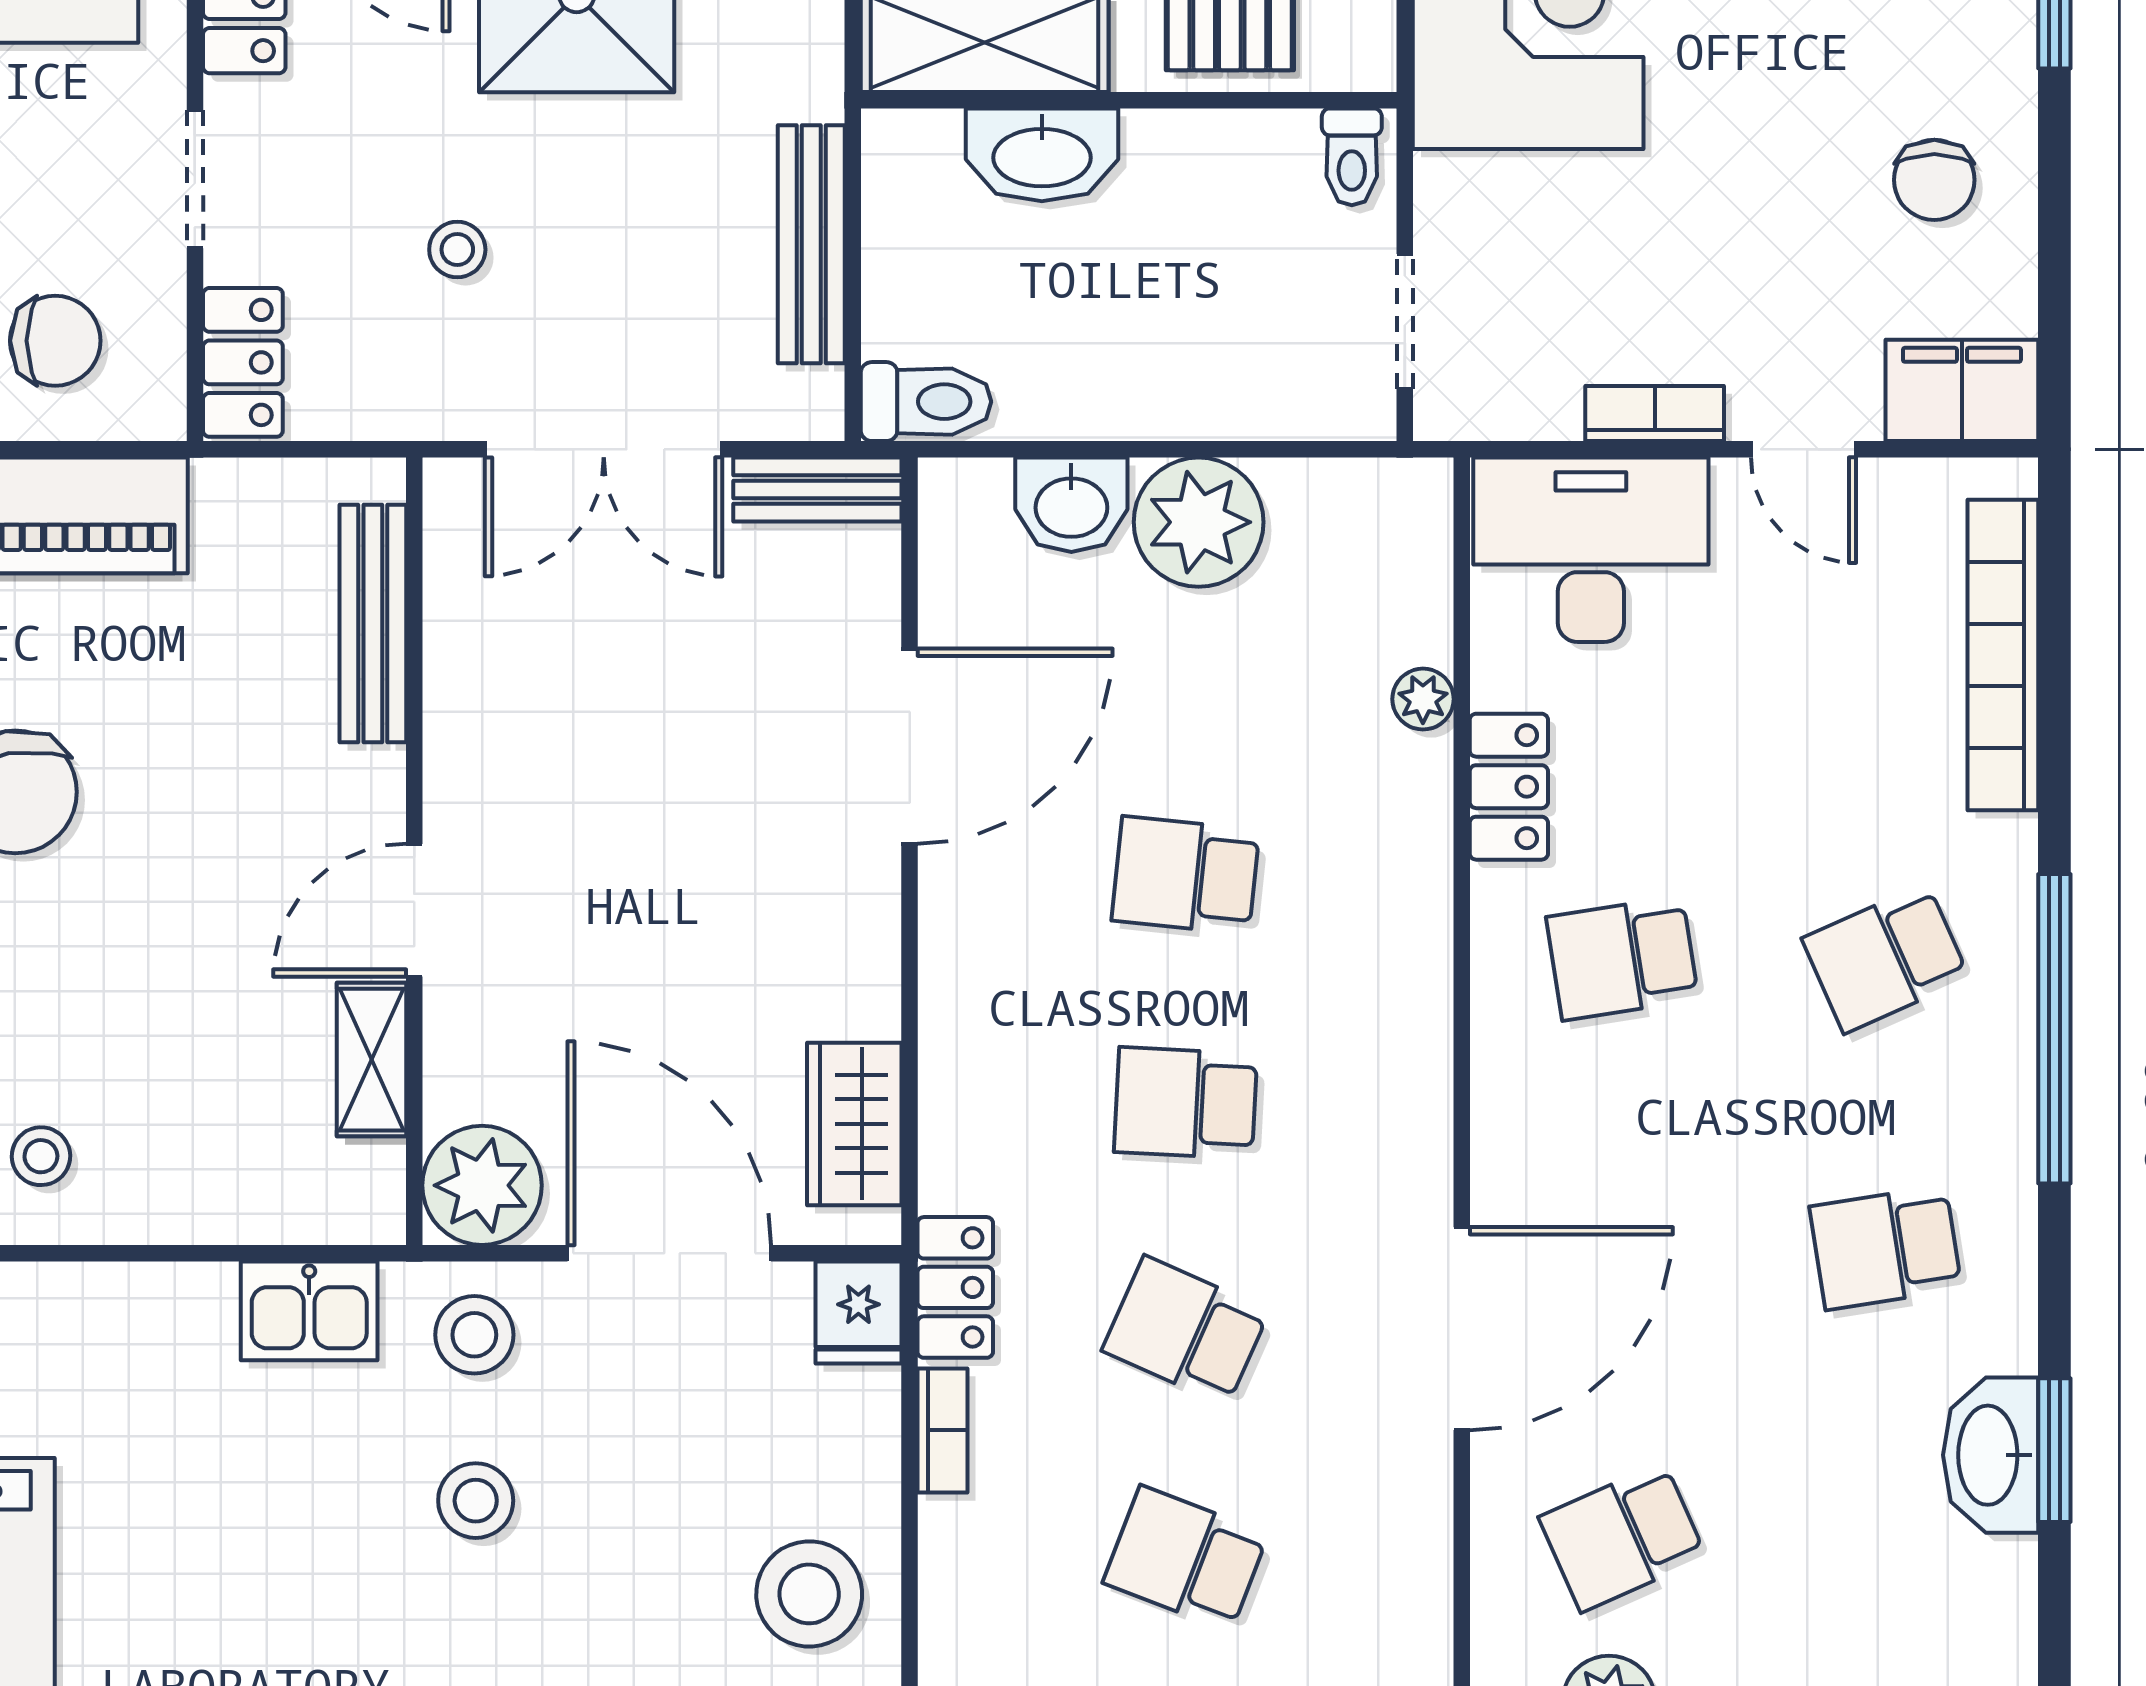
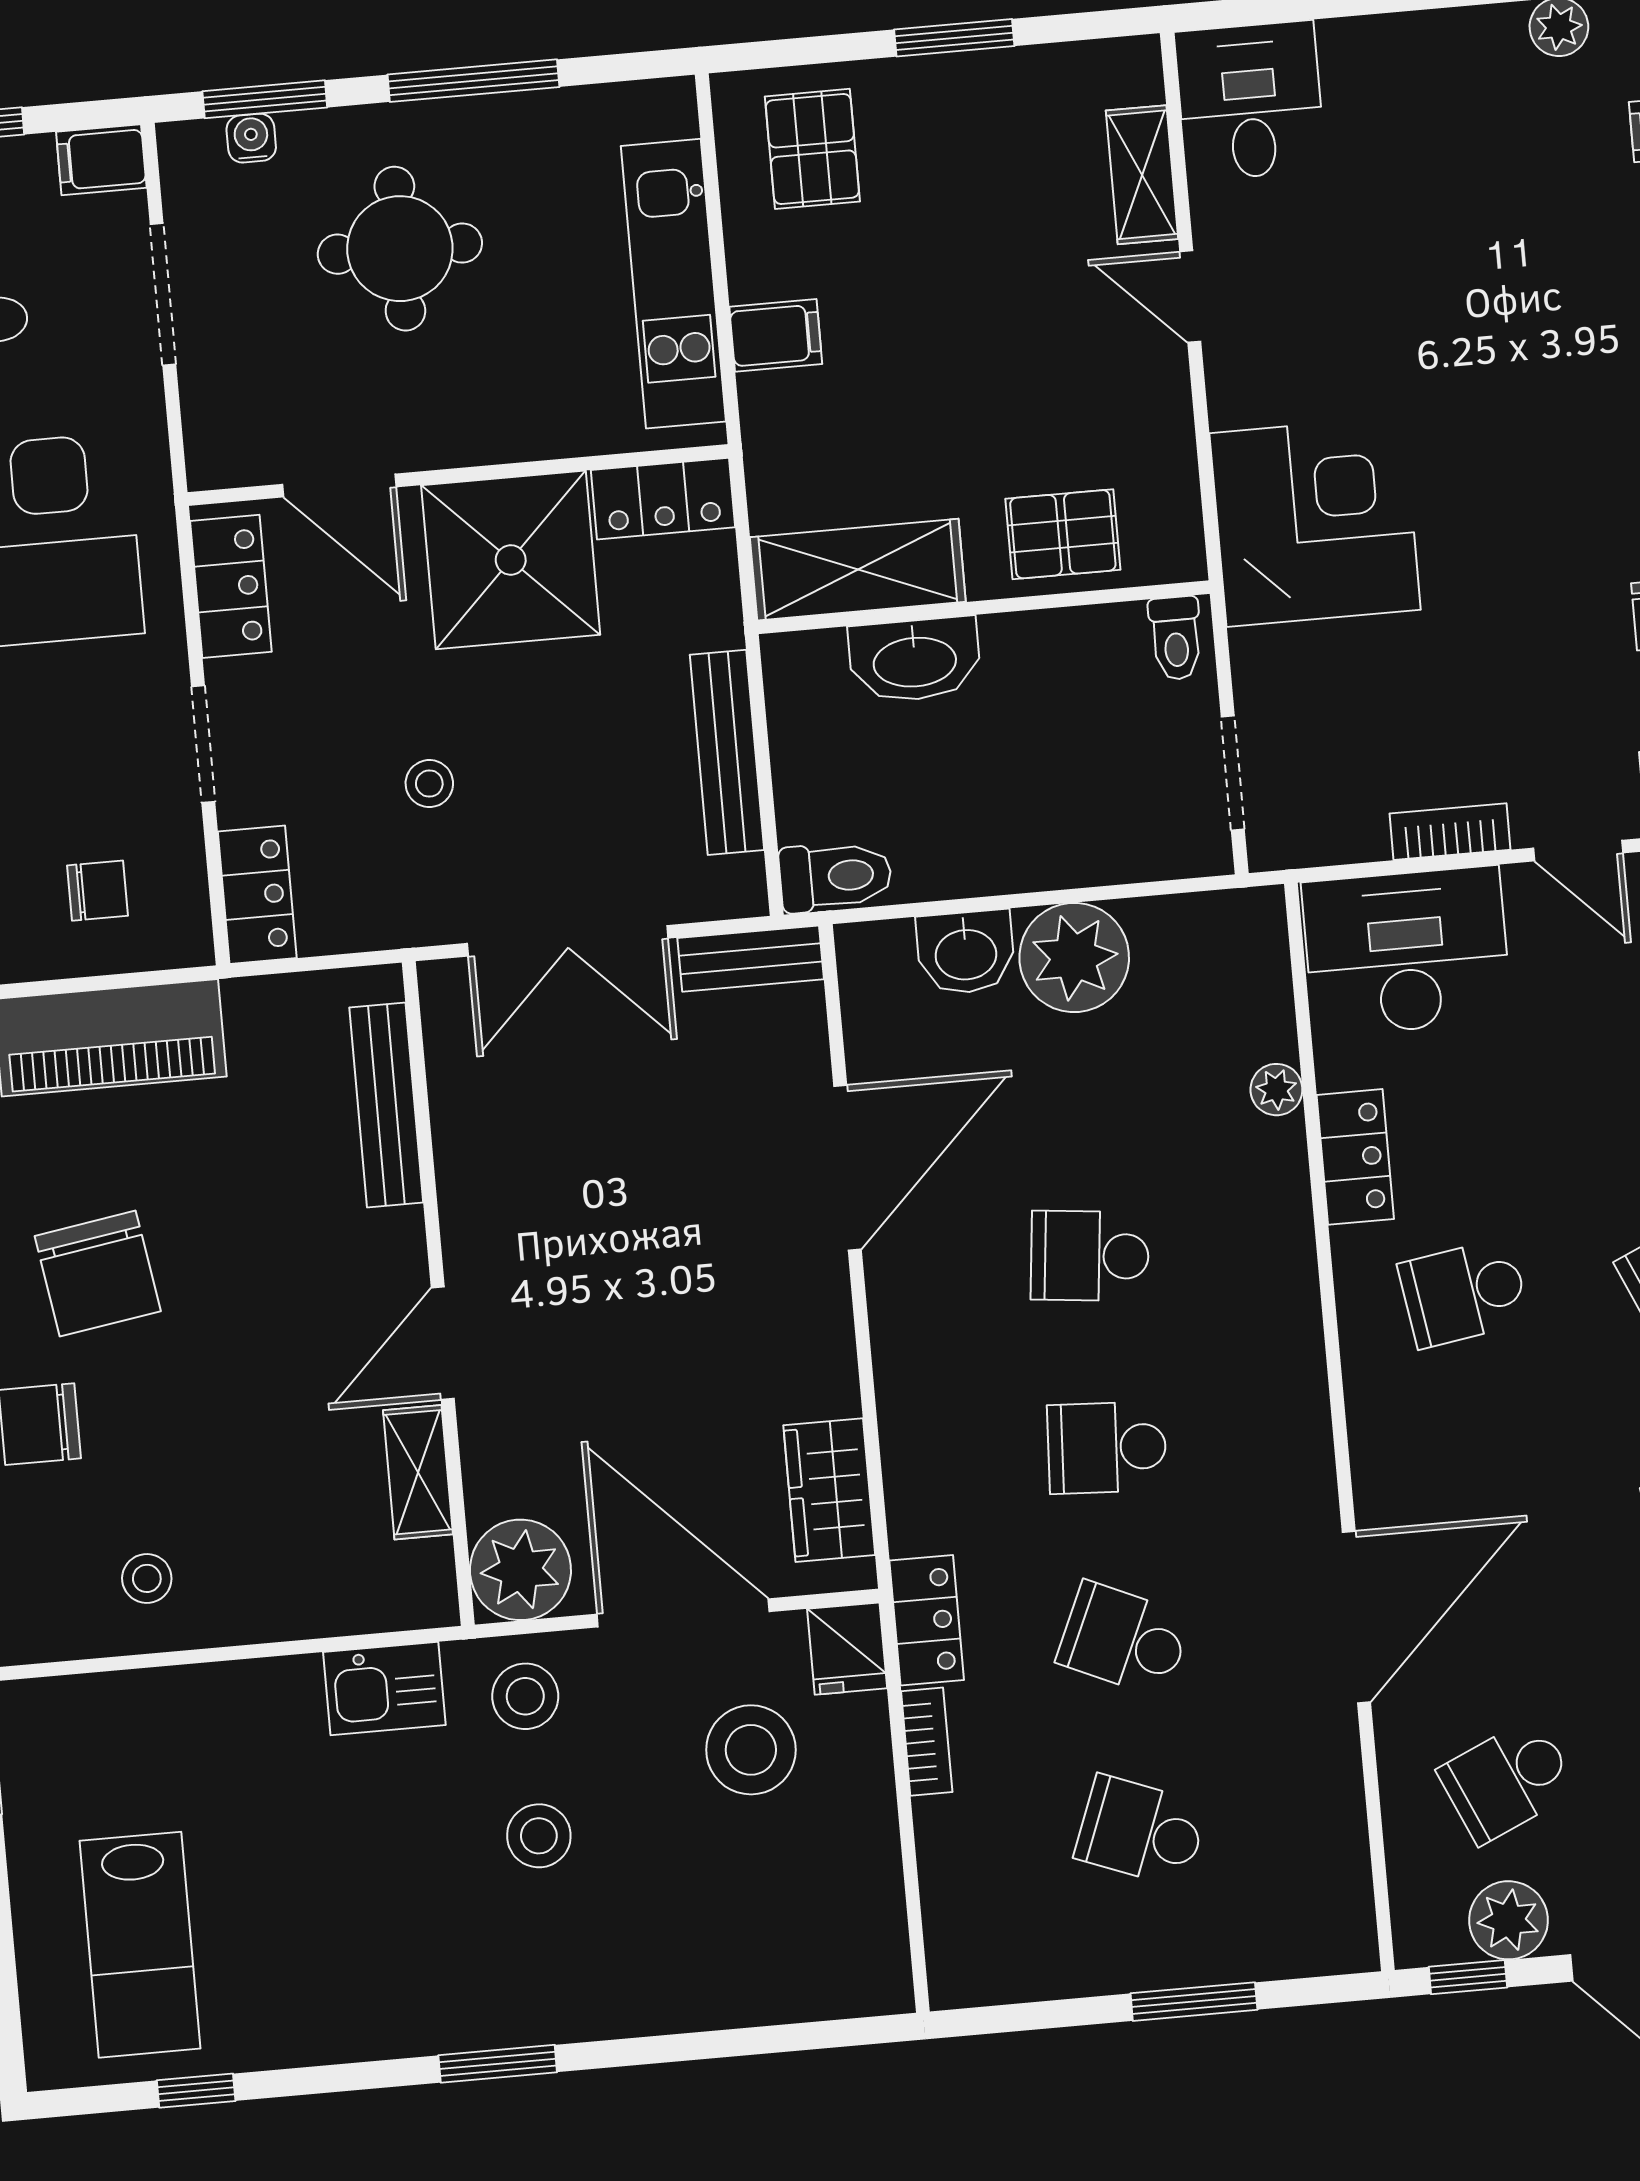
chair: (55, 341) -> (98, 891), width x0.73, depth x0.73
stool: (809, 1594) -> (751, 1750), moved

